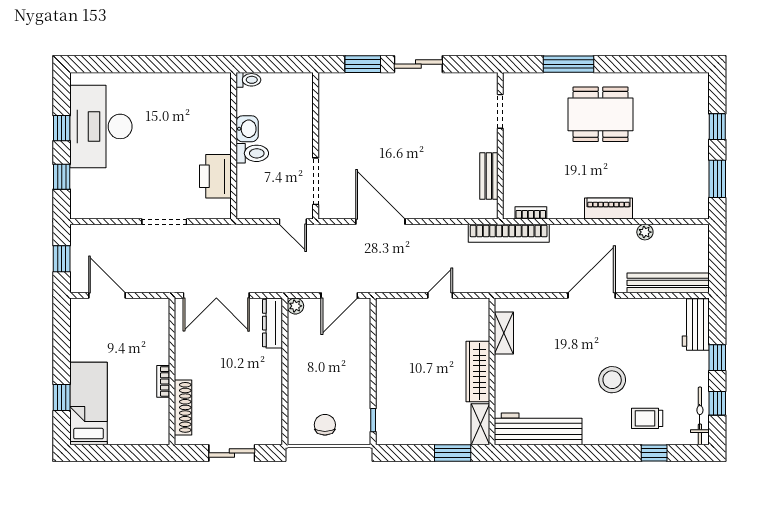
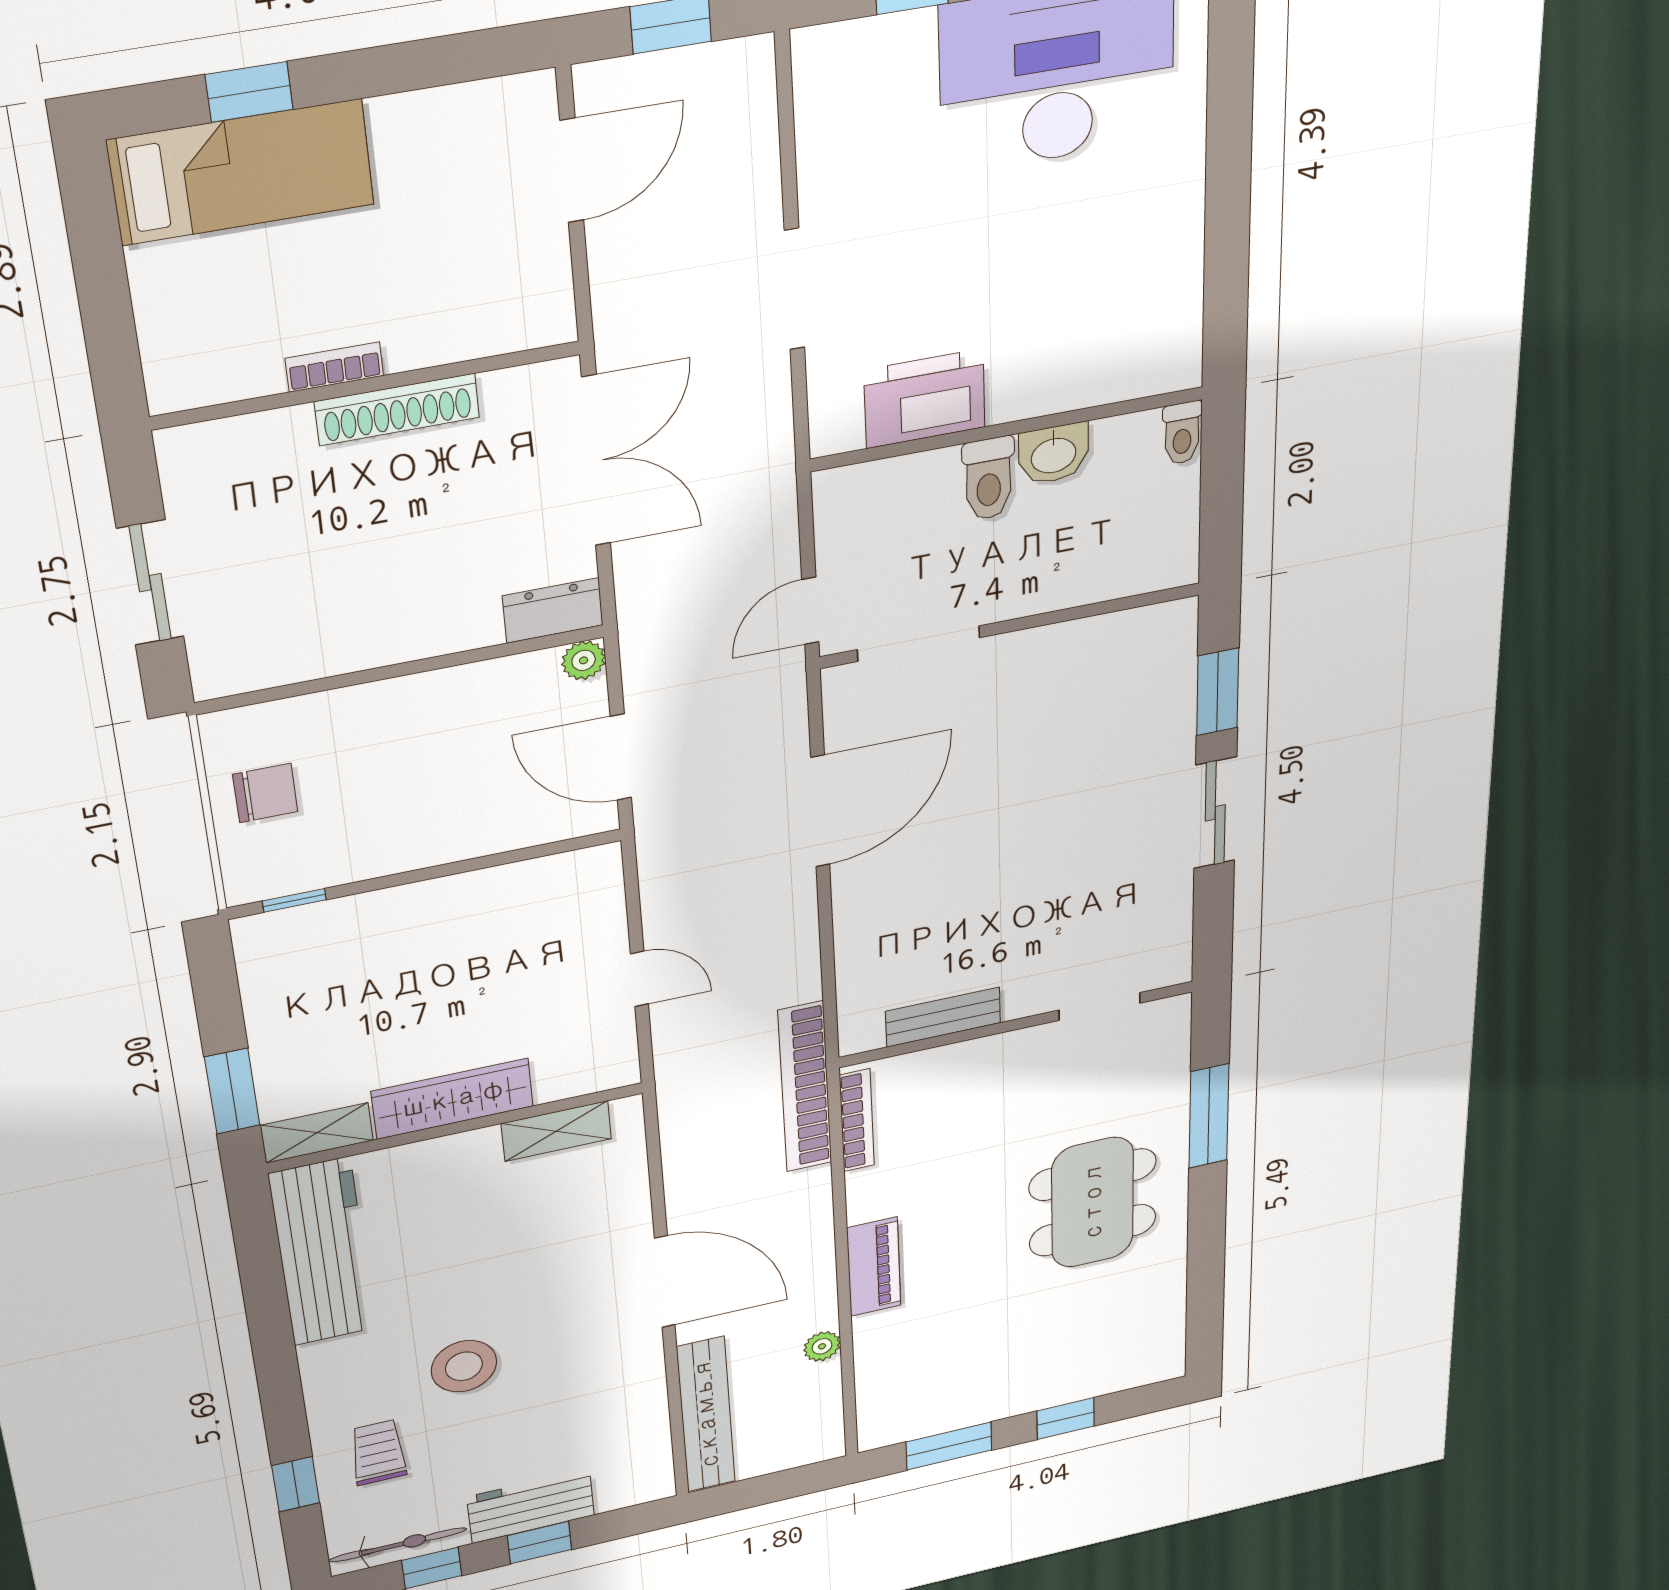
bookcase: (531, 213) -> (857, 1120), width x1.56
double door: (216, 295) -> (596, 461), swing flipped
dresser: (273, 323) -> (553, 610), width x0.70
workbench: (696, 325) -> (531, 1506), moved
shoe rack: (183, 407) -> (397, 409), moved

